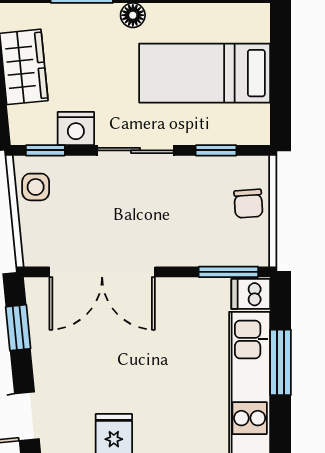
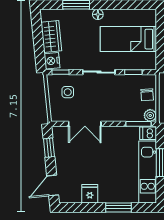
nightstand: (76, 128) -> (52, 61), moved, turned 84
side table: (36, 187) -> (68, 92), moved
plant: (256, 252) -> (150, 115), added
double door: (102, 272) -> (85, 124), width x0.73

